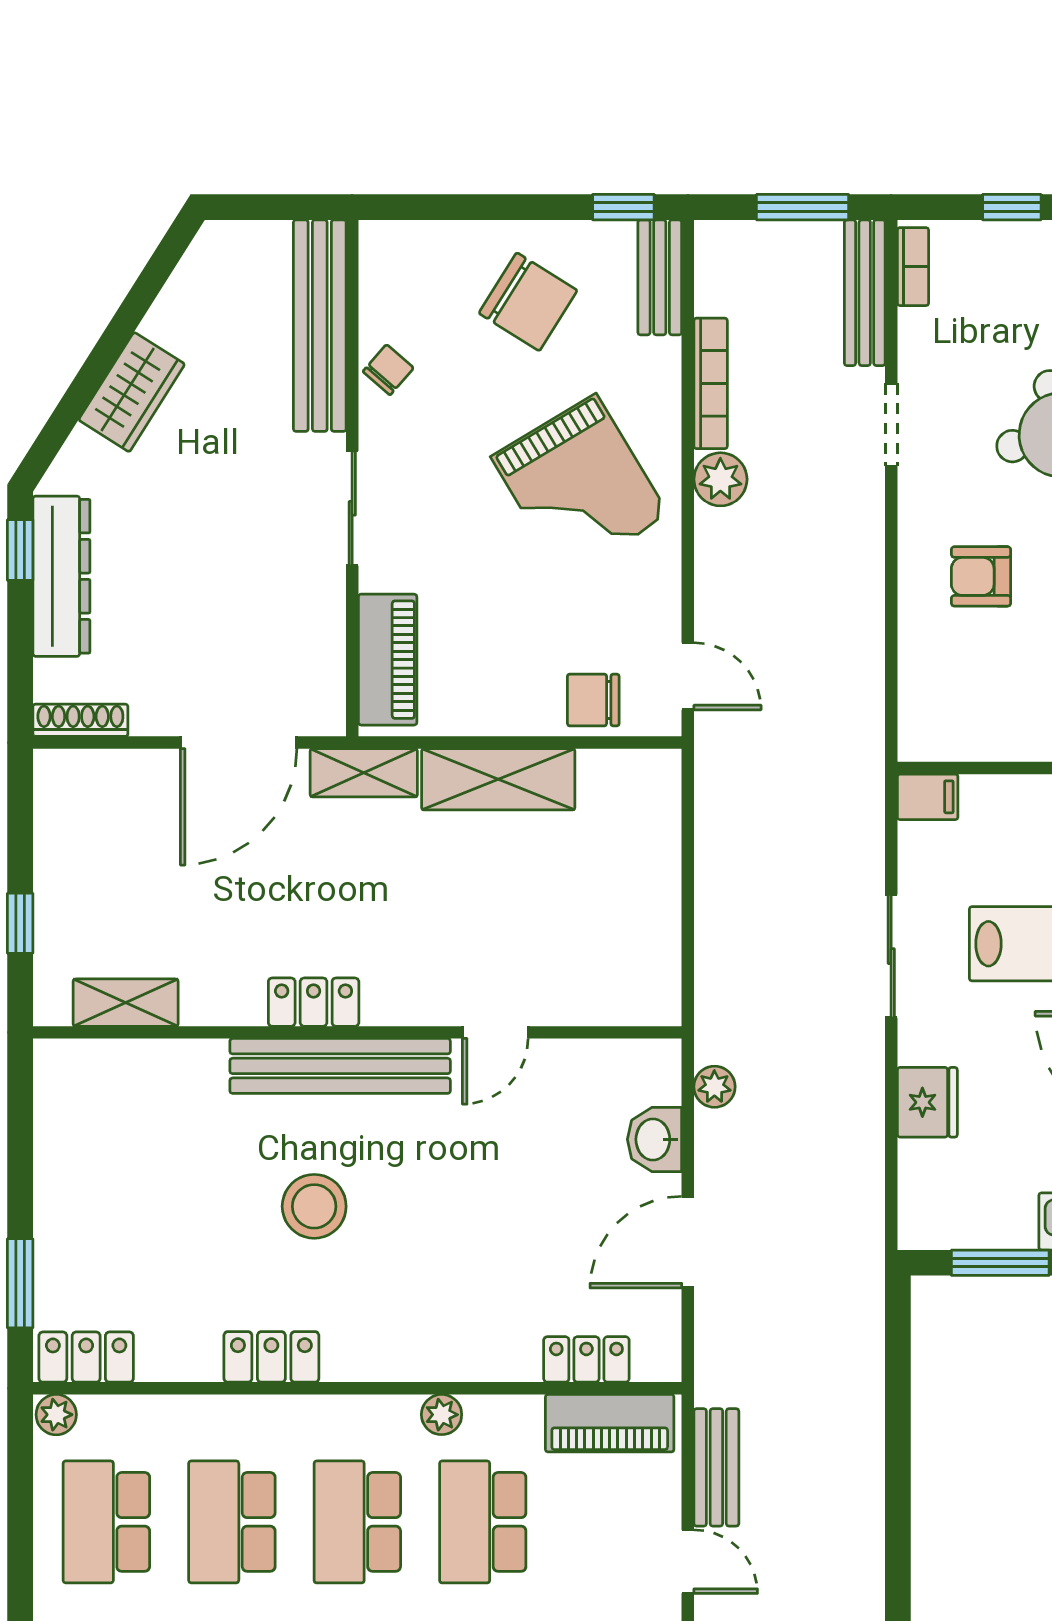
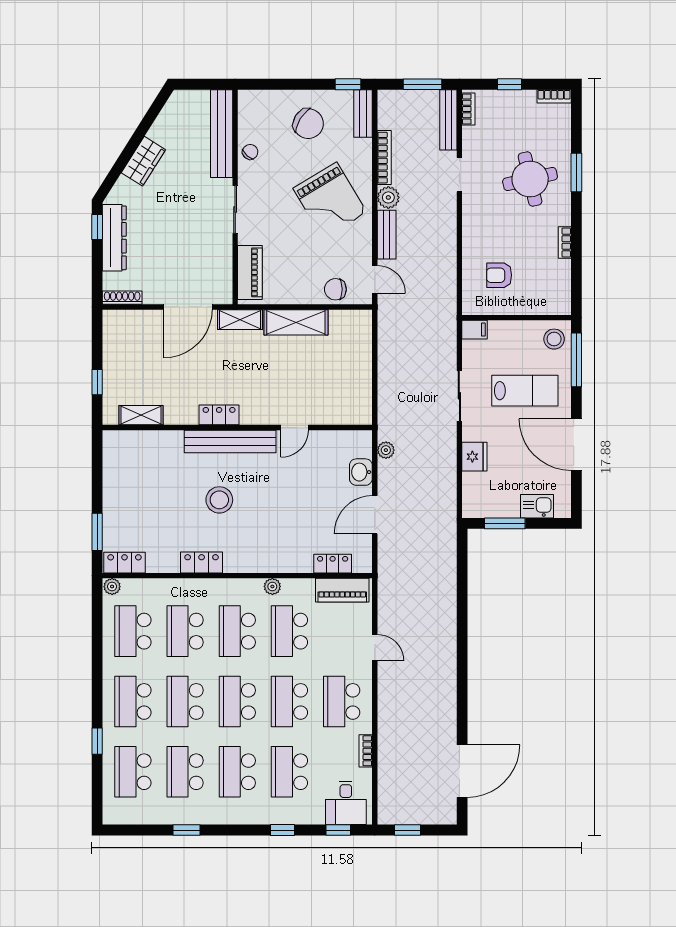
armchair: (981, 576) -> (499, 275), moved
bench: (716, 1467) -> (387, 235), moved

